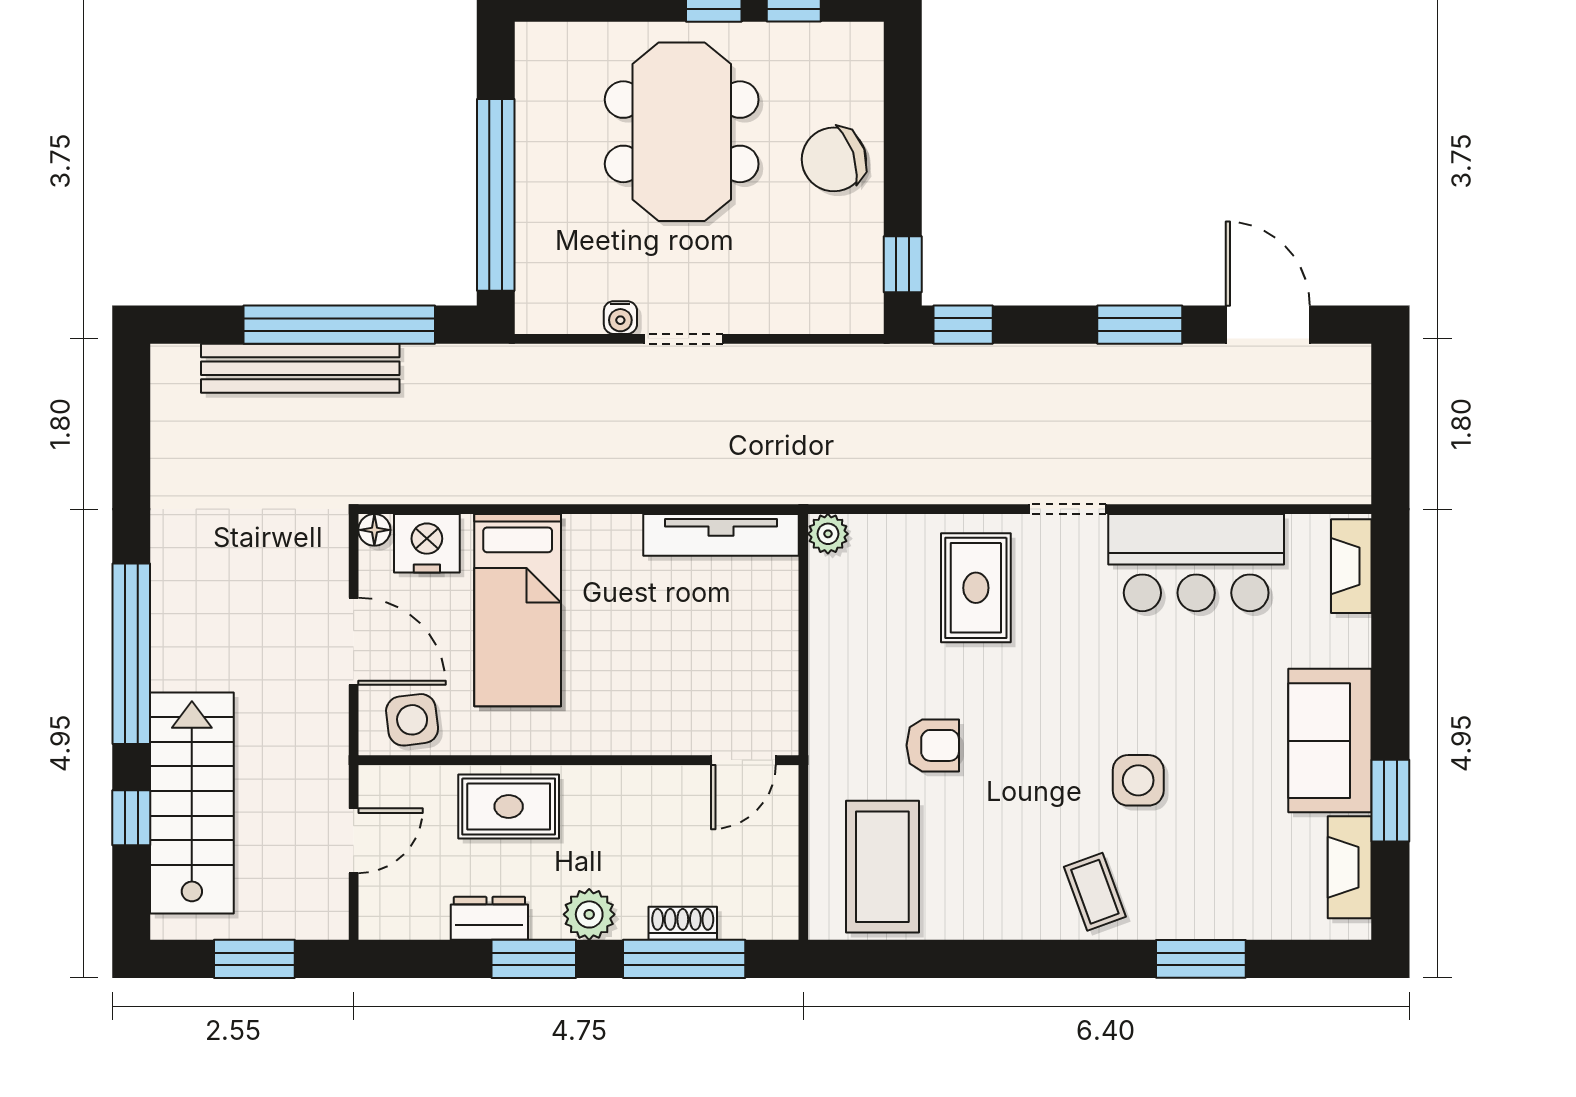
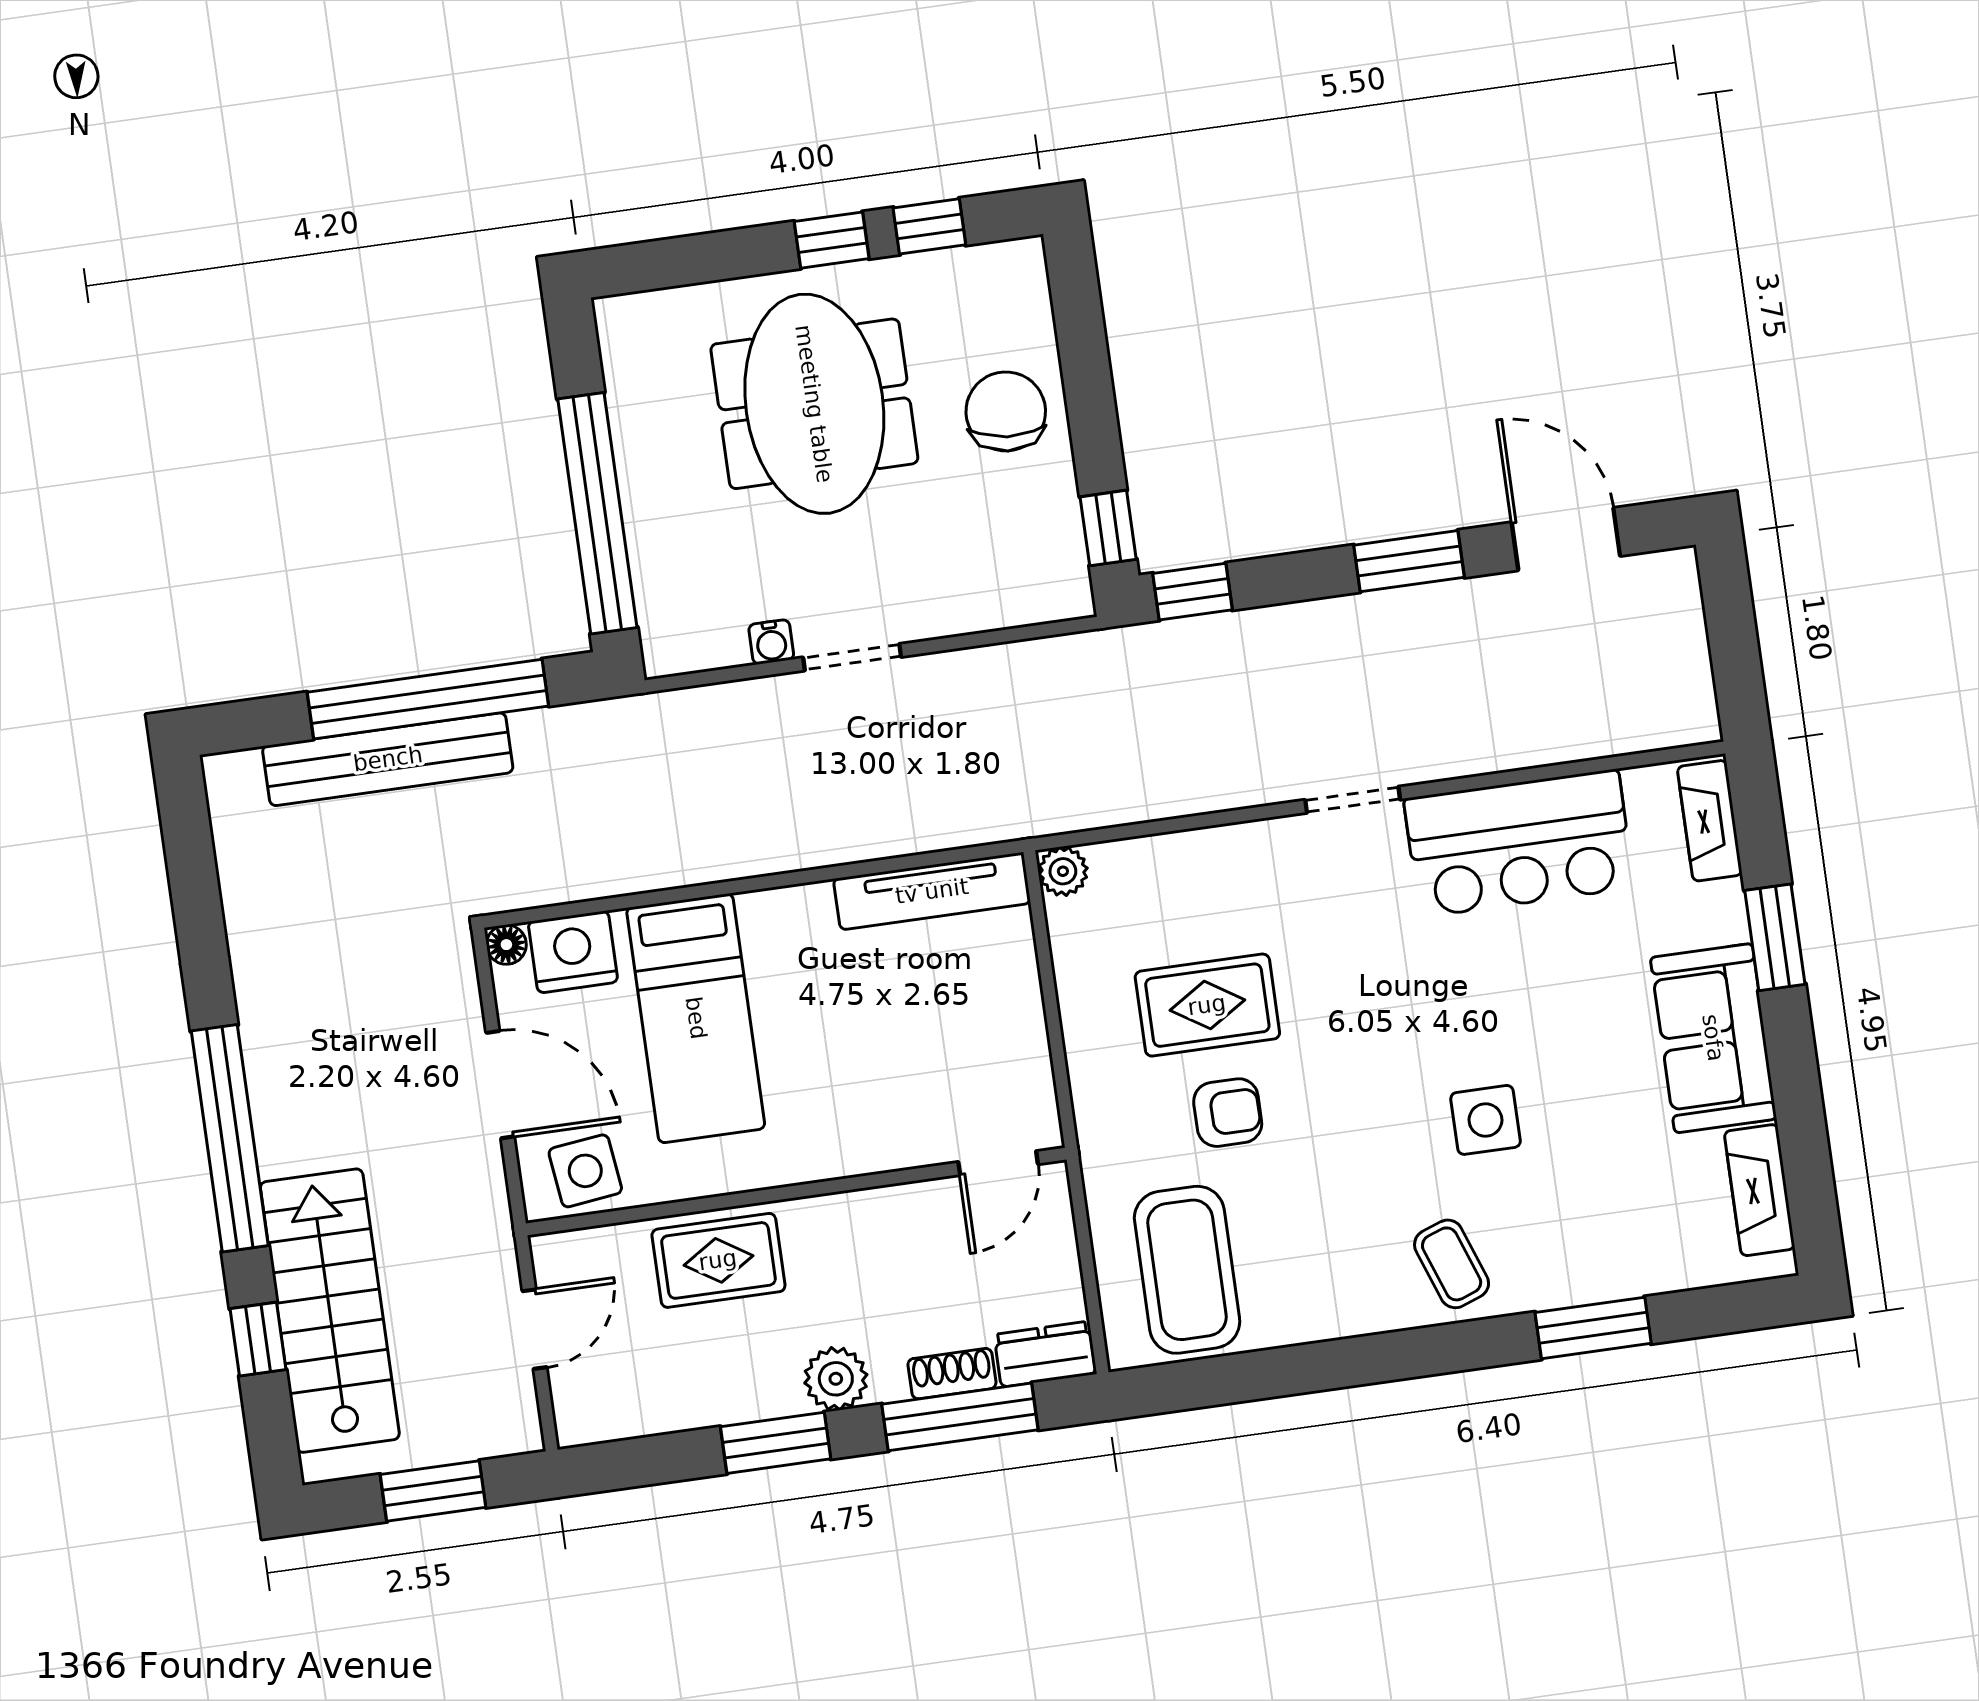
chair: (834, 159) -> (1006, 411), turned 114
rug: (976, 588) -> (1207, 1005), moved, turned 90
window: (1390, 801) -> (1775, 937), moved
dresser: (489, 918) -> (1045, 1354), moved

